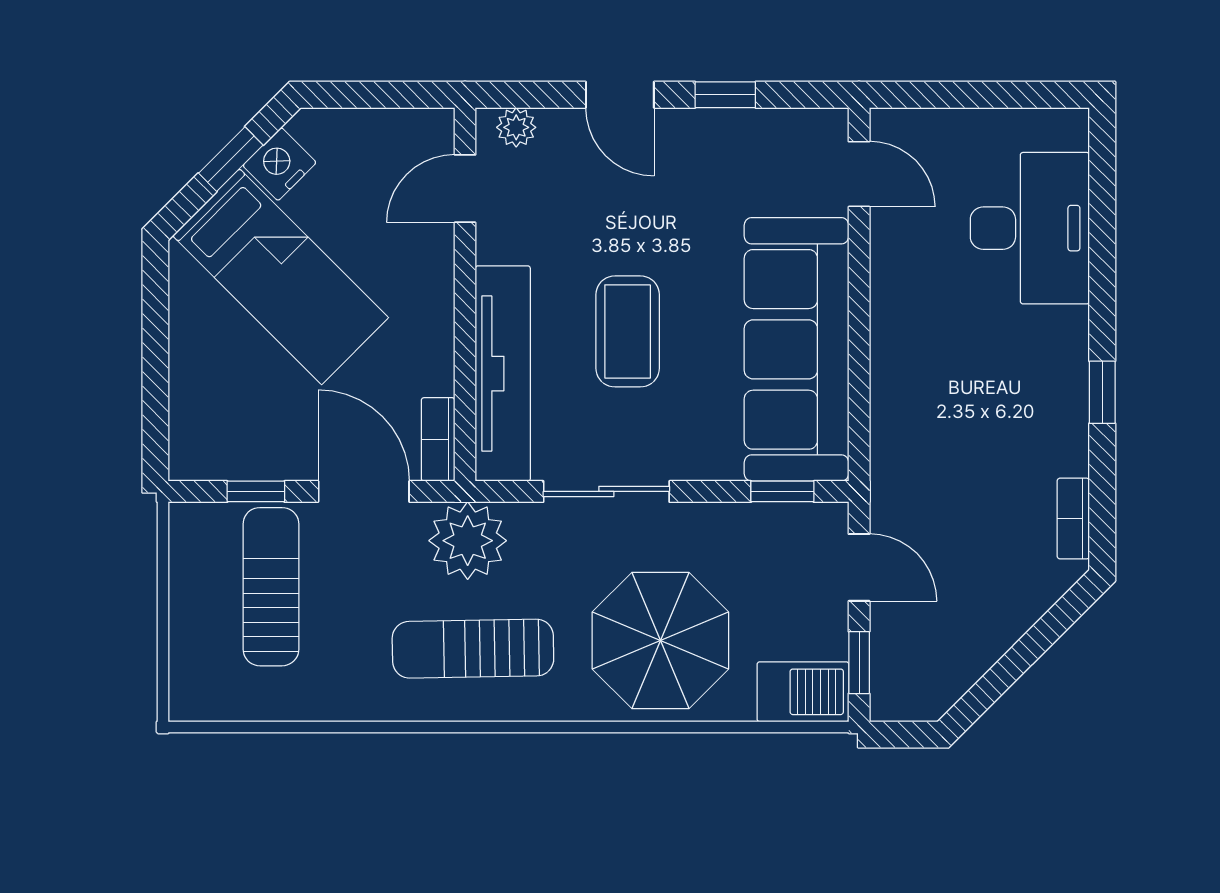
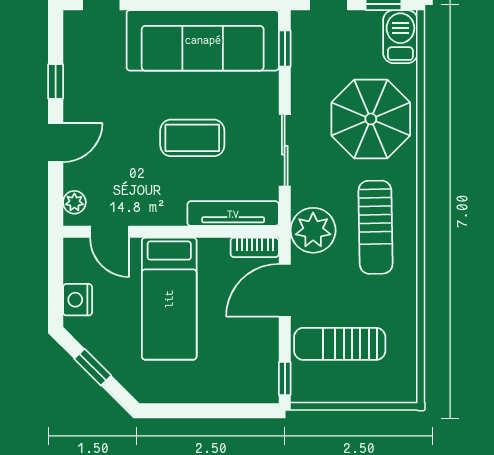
nightstand: (280, 164) -> (78, 300), moved, turned 45
bed: (281, 277) -> (169, 299), moved, turned 135
tv unit: (503, 374) -> (233, 214), width x0.73, depth x0.78
window: (256, 491) -> (285, 379), moved

